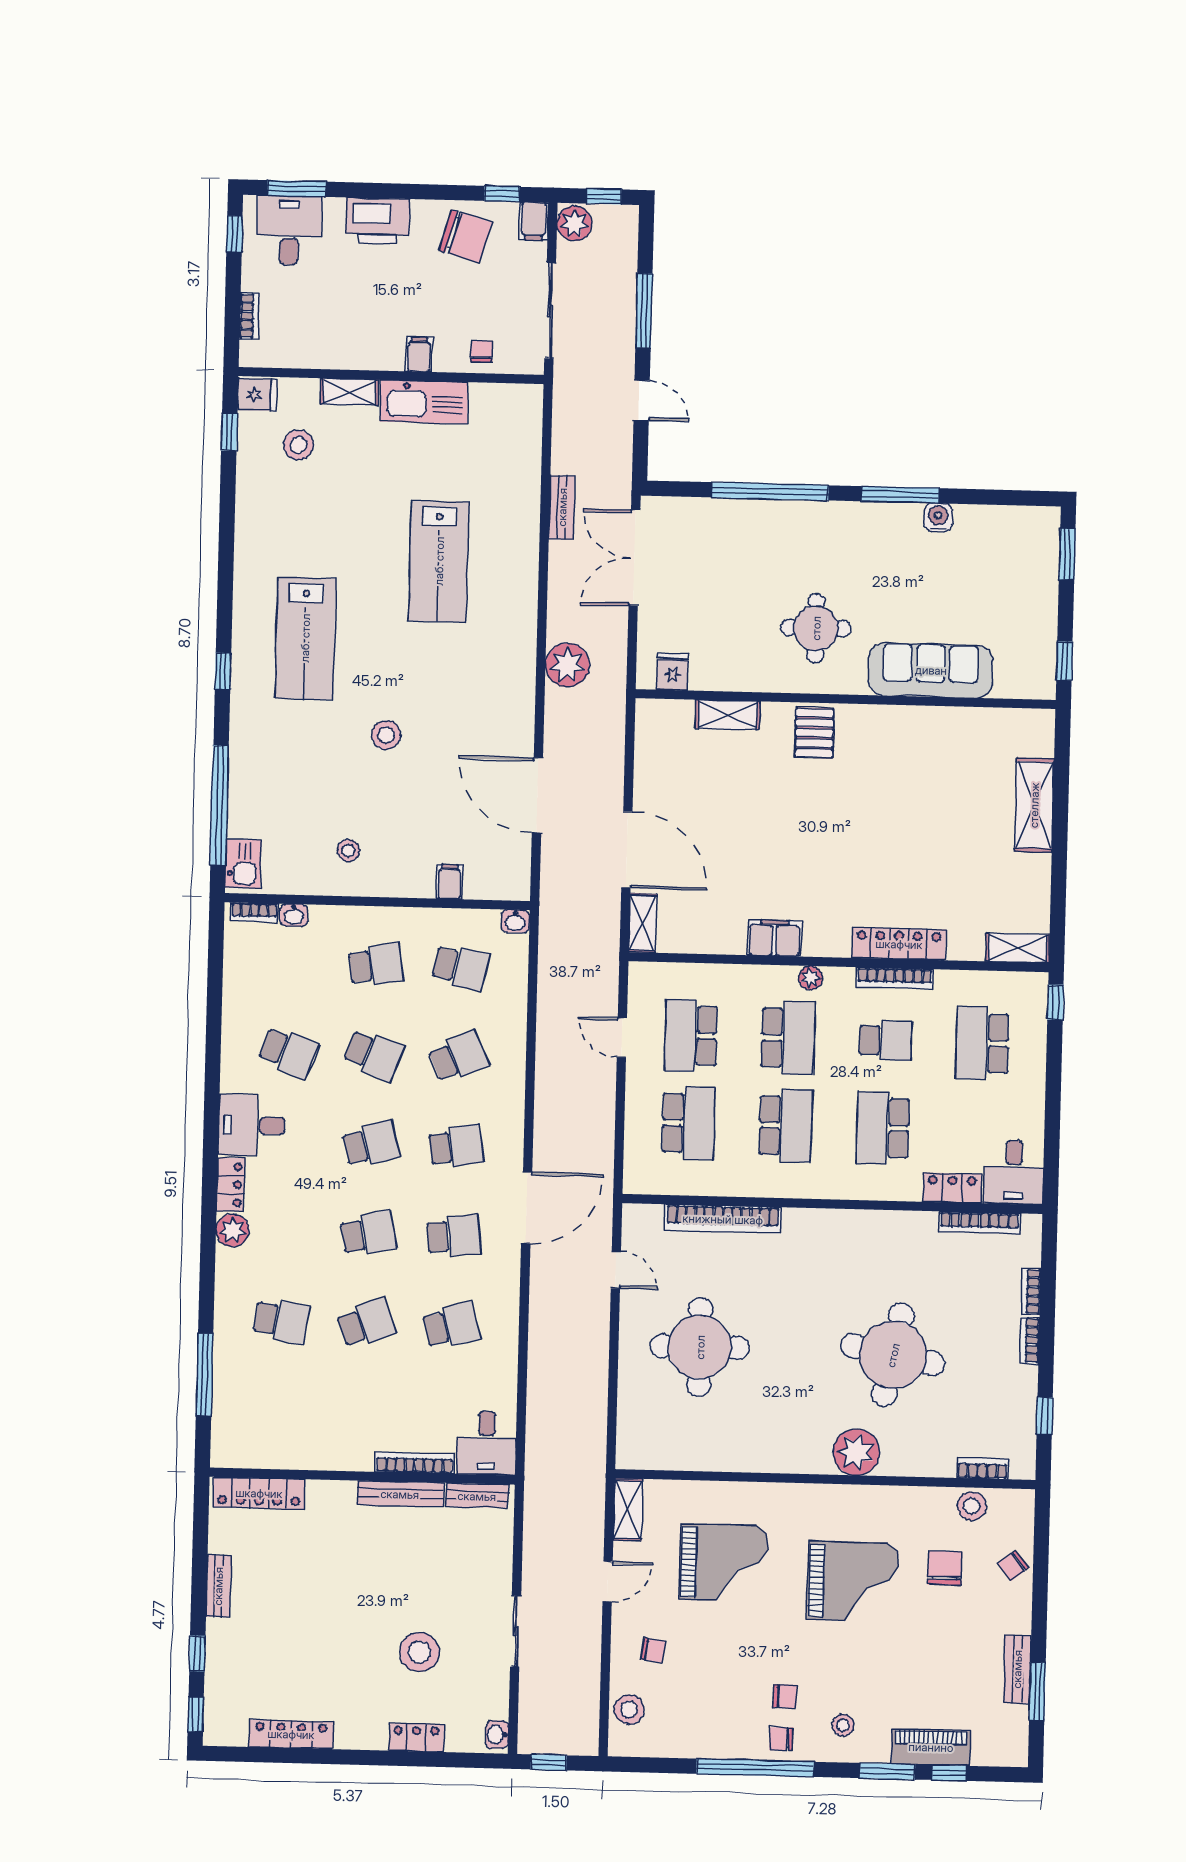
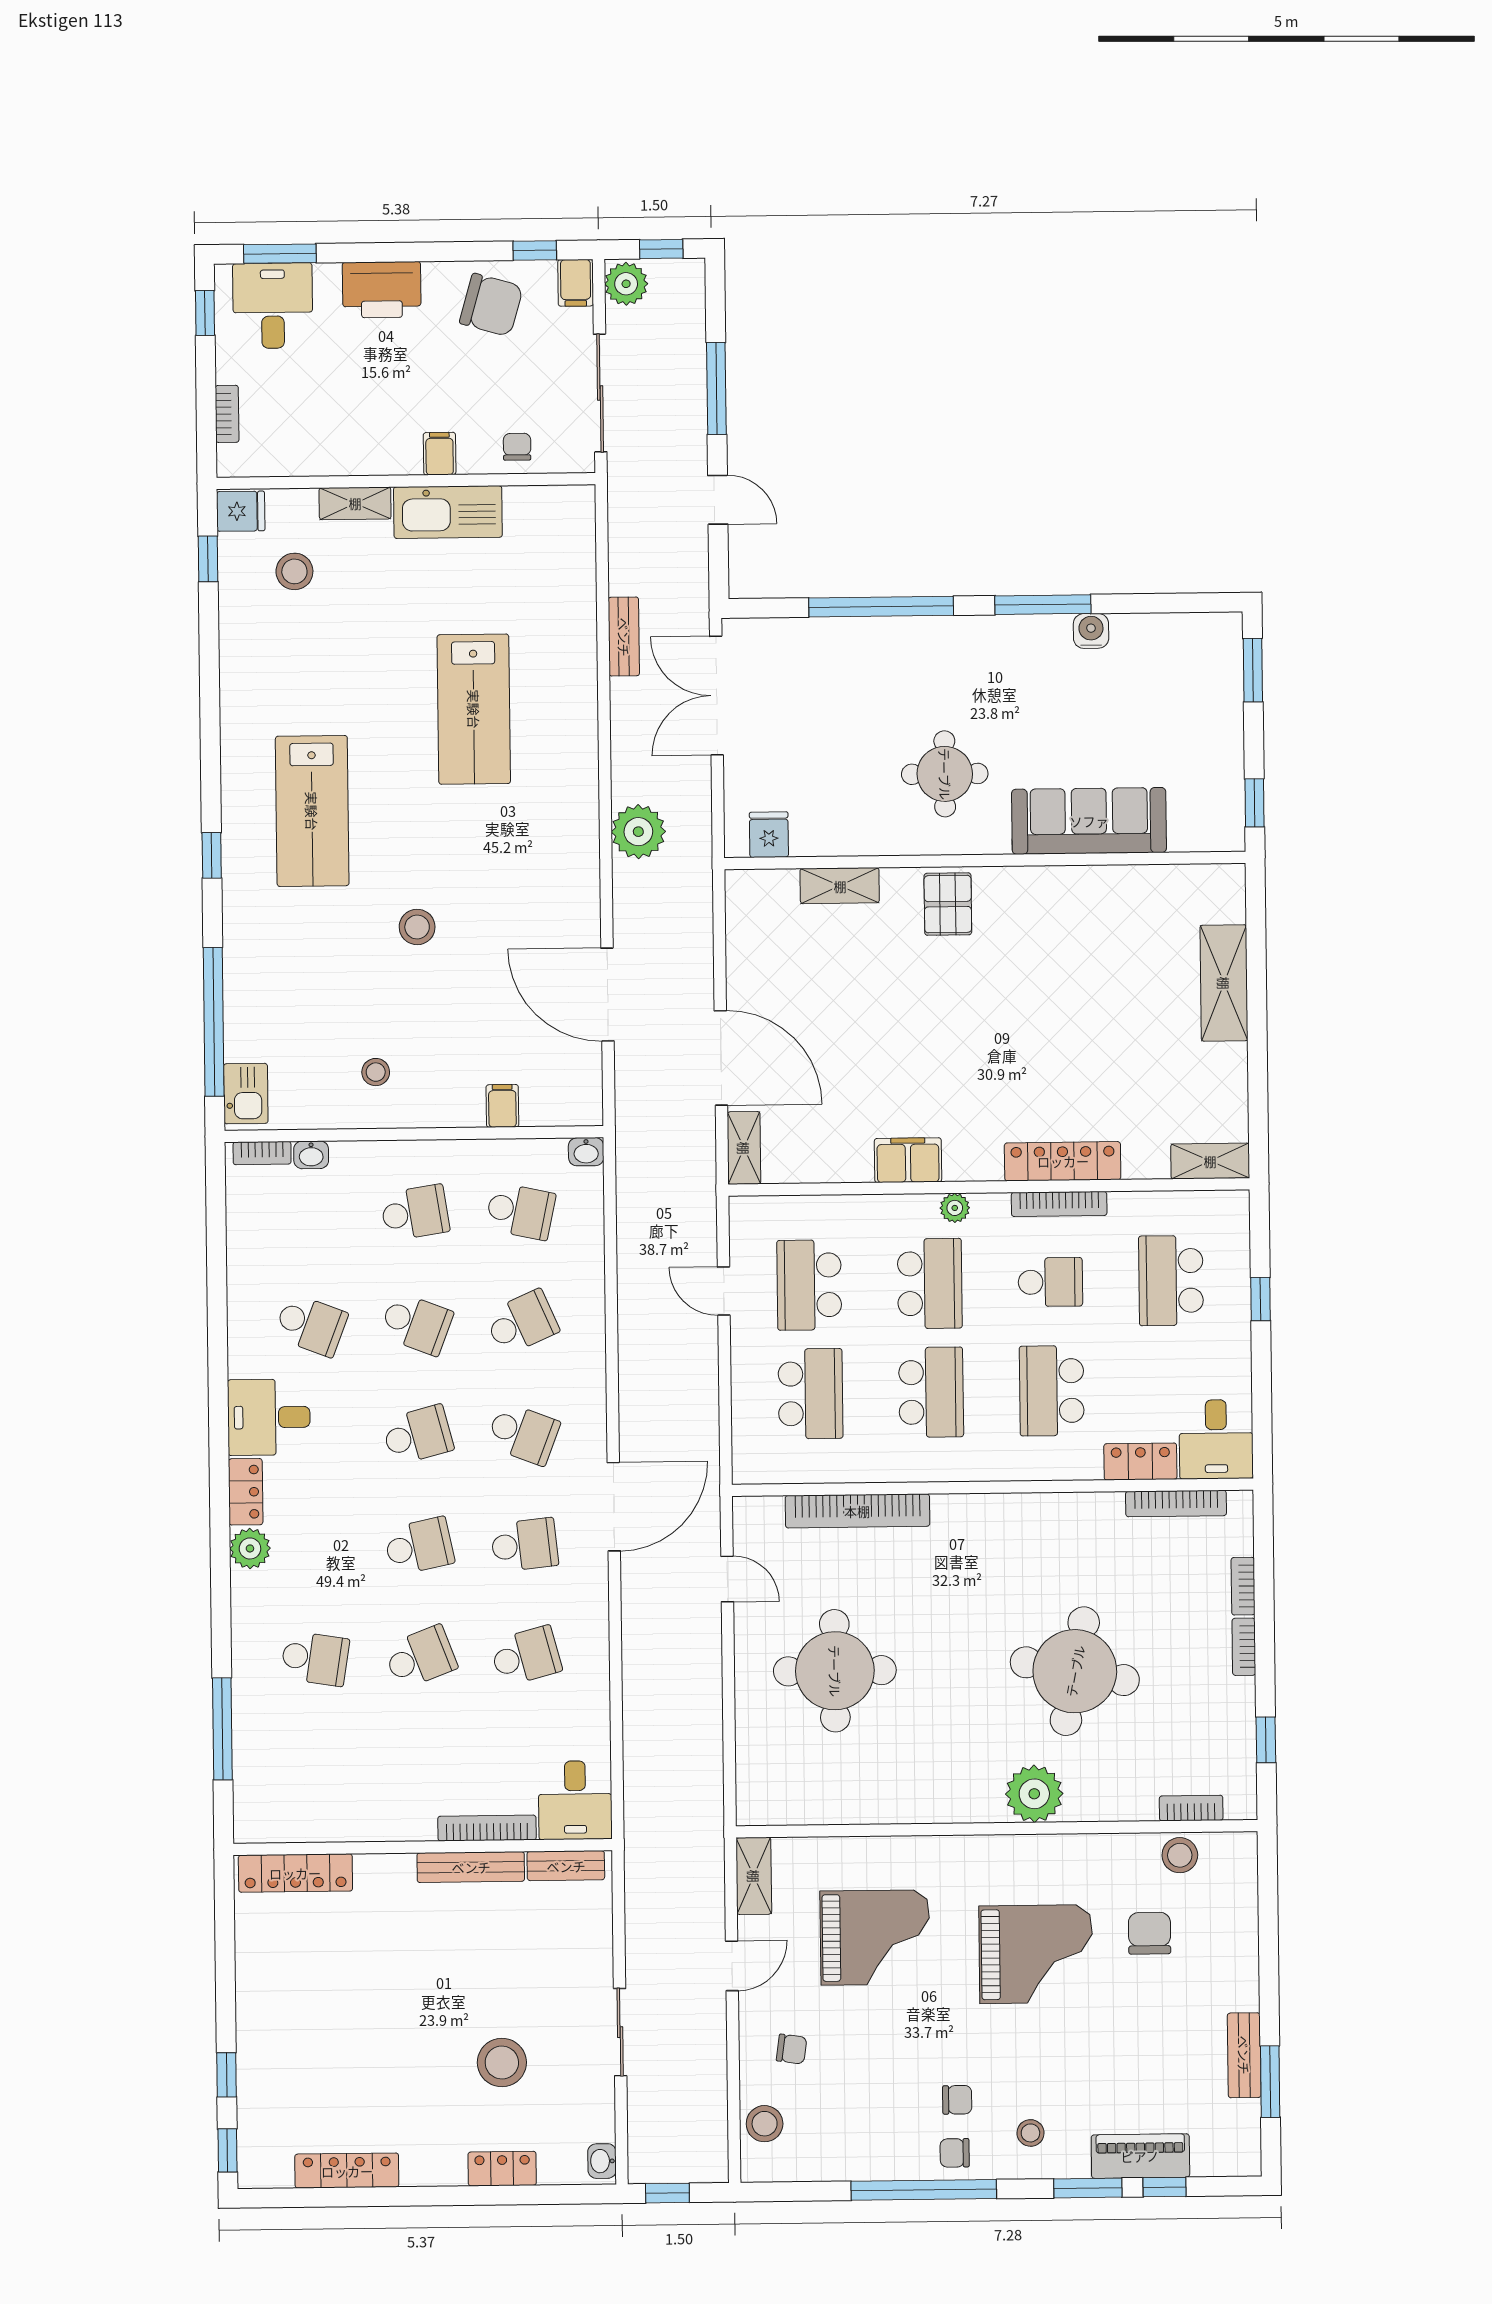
window: (1055, 1002) -> (1261, 1299), moved
school desk: (456, 1146) -> (523, 1434), turned 30
chair: (1013, 1566) -> (1234, 1927), removed
bench: (218, 1586) -> (250, 1990), removed

